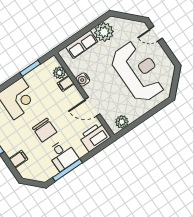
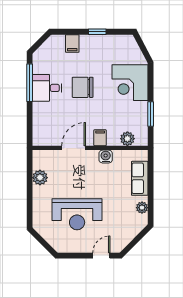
plant: (104, 32) -> (142, 208), width x0.53, depth x0.53
reception desk: (138, 72) -> (77, 214), width x0.74, depth x0.77
filing cabinet: (66, 83) -> (100, 138), moved
plant: (122, 122) -> (40, 178), moved
printer: (95, 137) -> (43, 131), removed

